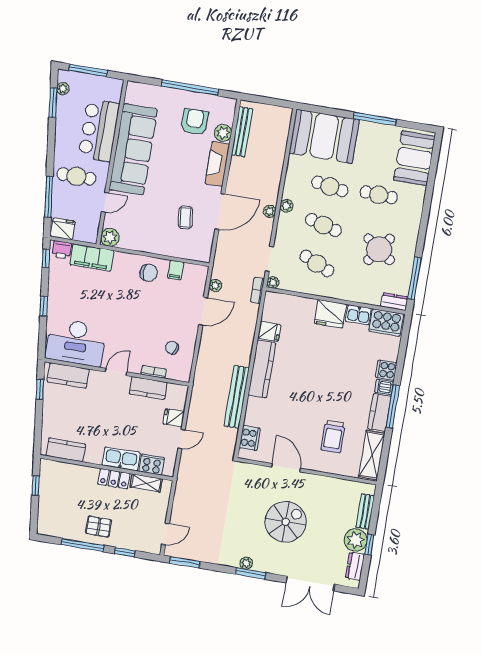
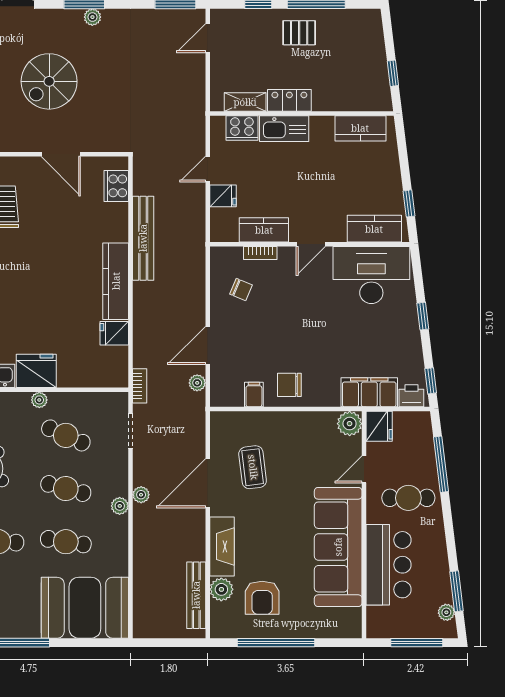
coffee table: (186, 218) -> (253, 467), width x1.36, depth x1.30
fridge: (63, 229) -> (379, 426), moved, turned -90
plant: (273, 282) -> (39, 400), moved

